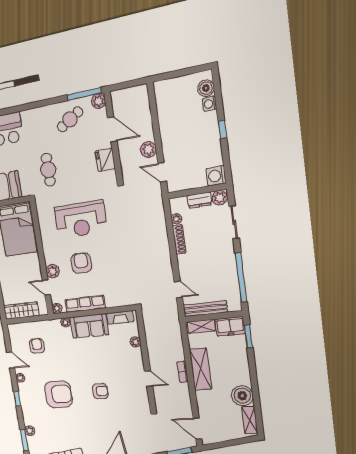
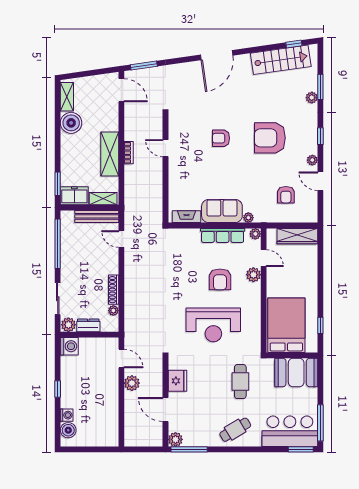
cafe table: (70, 119) -> (235, 430), moved
reception desk: (81, 219) -> (213, 325), turned 180
plant: (136, 342) -> (174, 189), removed

